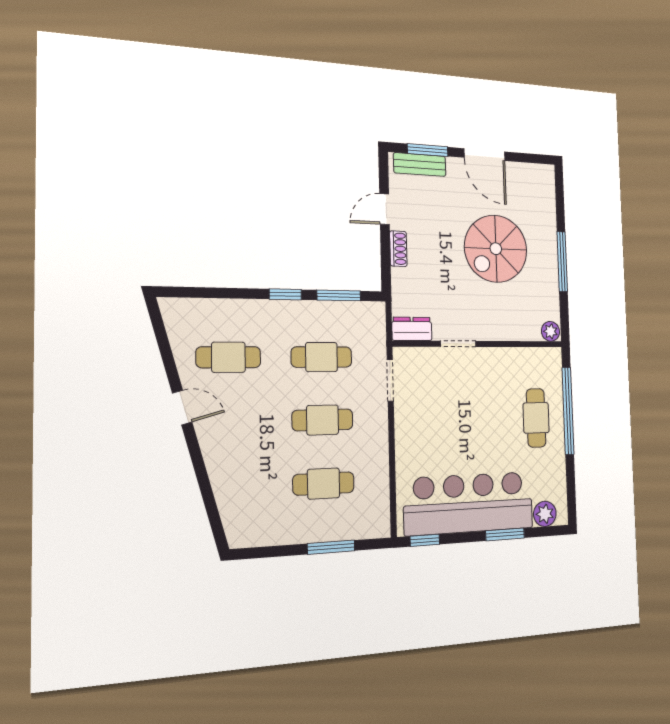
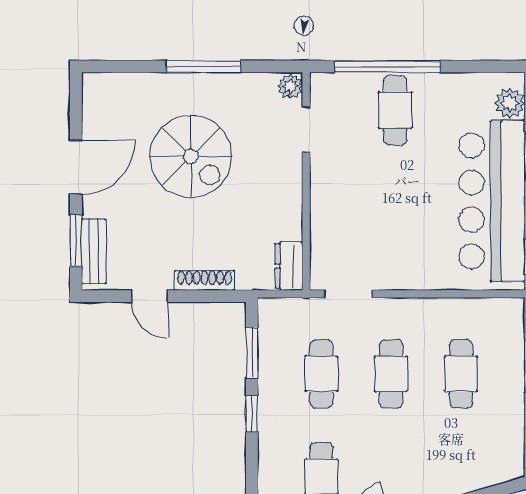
shoe rack: (398, 249) -> (204, 280), width x1.43
doorway: (458, 344) -> (306, 129), moved
cafe table: (536, 418) -> (395, 110), turned 90

